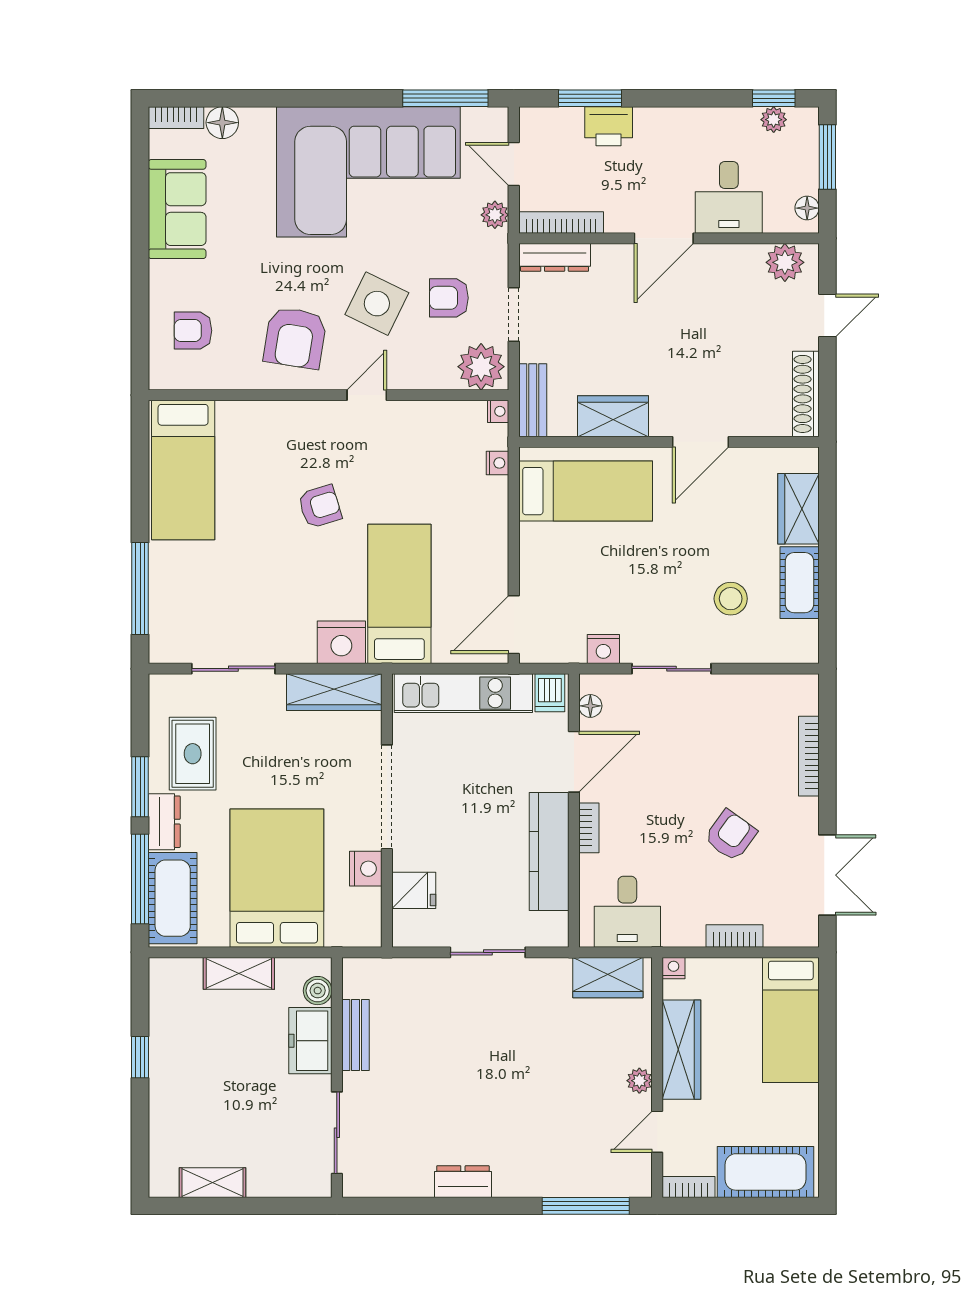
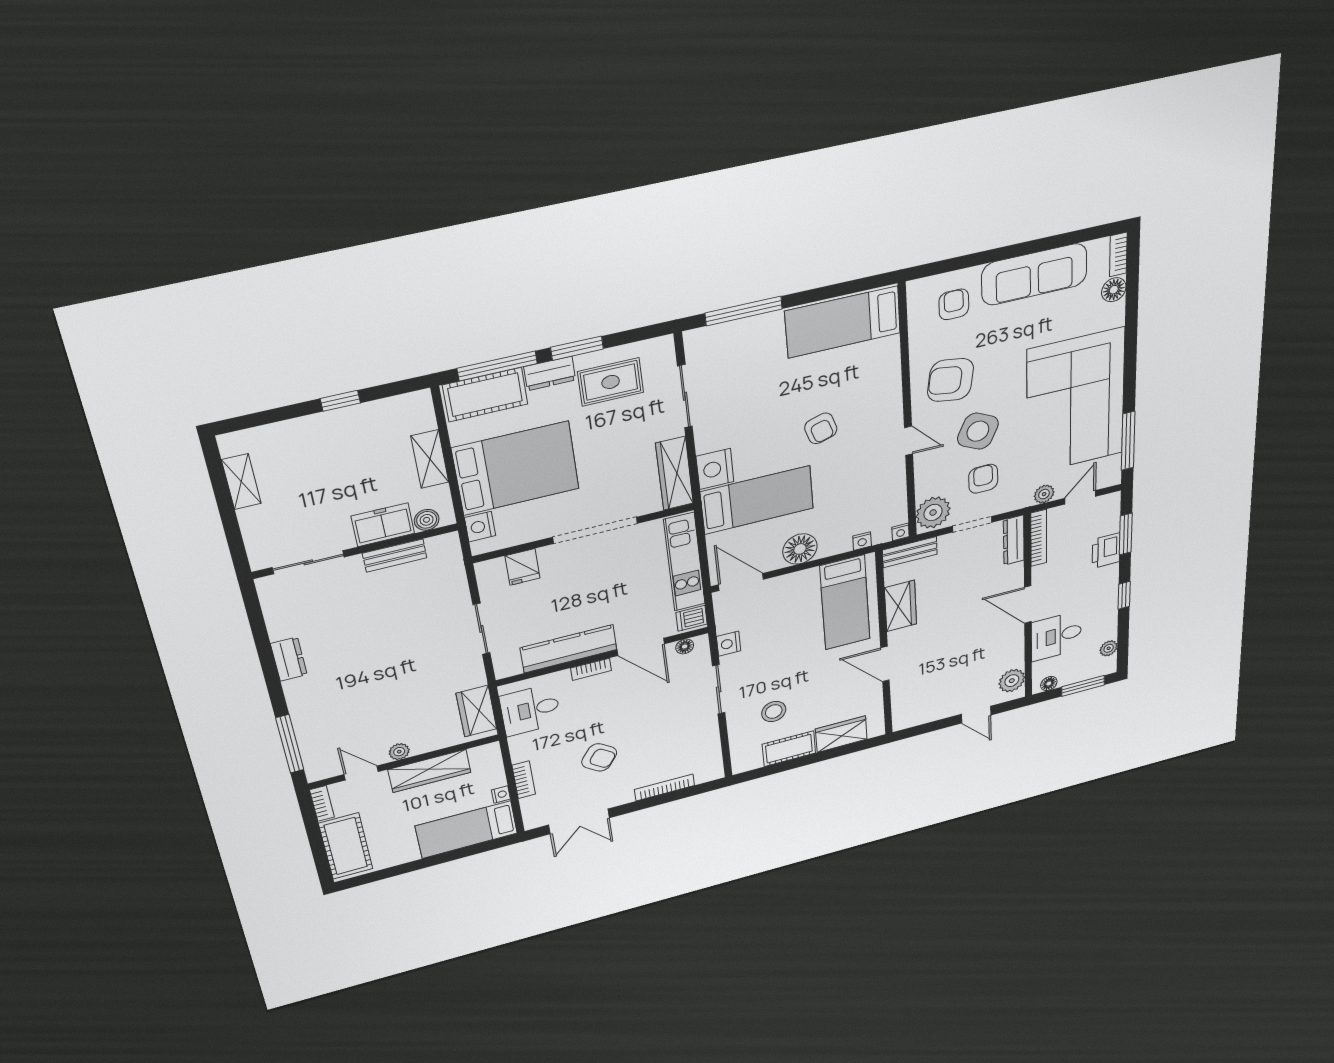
window: (774, 98) -> (1124, 595), moved
sofa: (177, 209) -> (1034, 274), width x1.36
shoe rack: (806, 394) -> (922, 717), removed
floor lamp: (486, 545) -> (800, 549), added
nightstand: (366, 869) -> (480, 527), moved, turned 90
nightstand: (674, 968) -> (501, 794), moved

